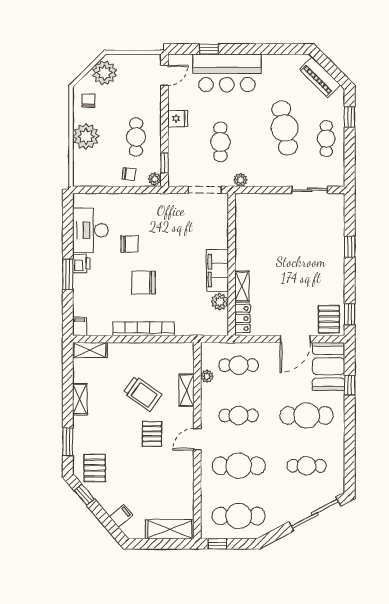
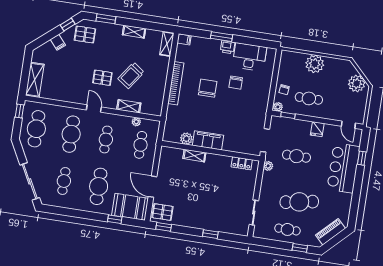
chair: (89, 101) -> (339, 70), removed
locker: (243, 318) -> (242, 163), moved
filing cabinet: (121, 516) -> (58, 42), moved

